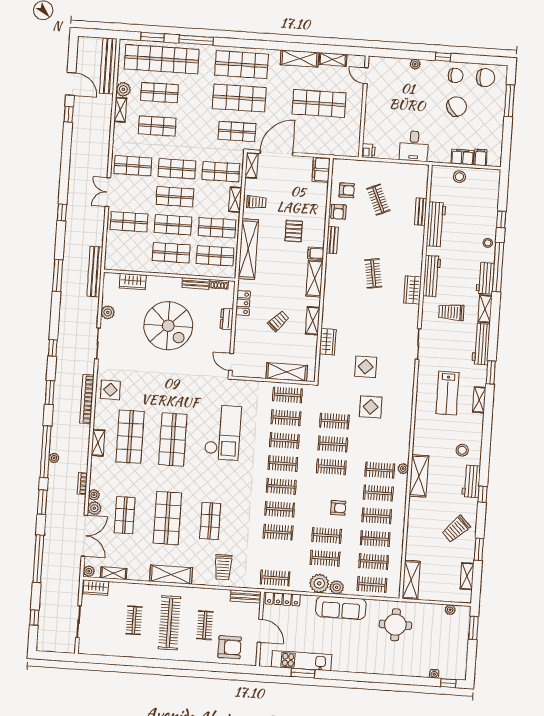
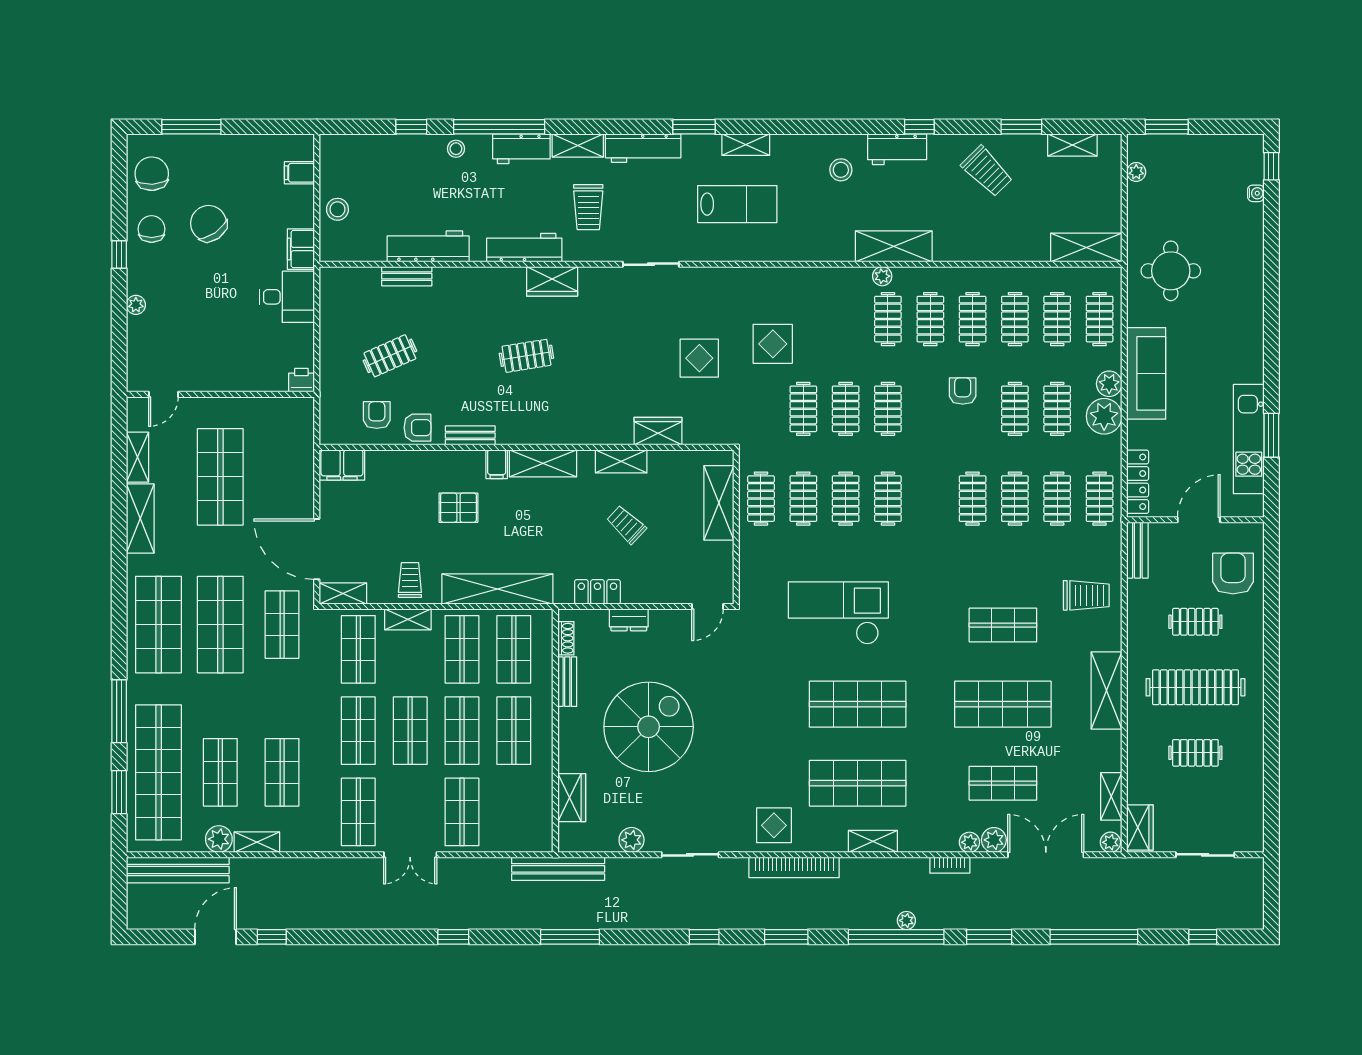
filing cabinet: (462, 157) -> (301, 249), moved
clothes rail: (281, 486) -> (1057, 499), moved

